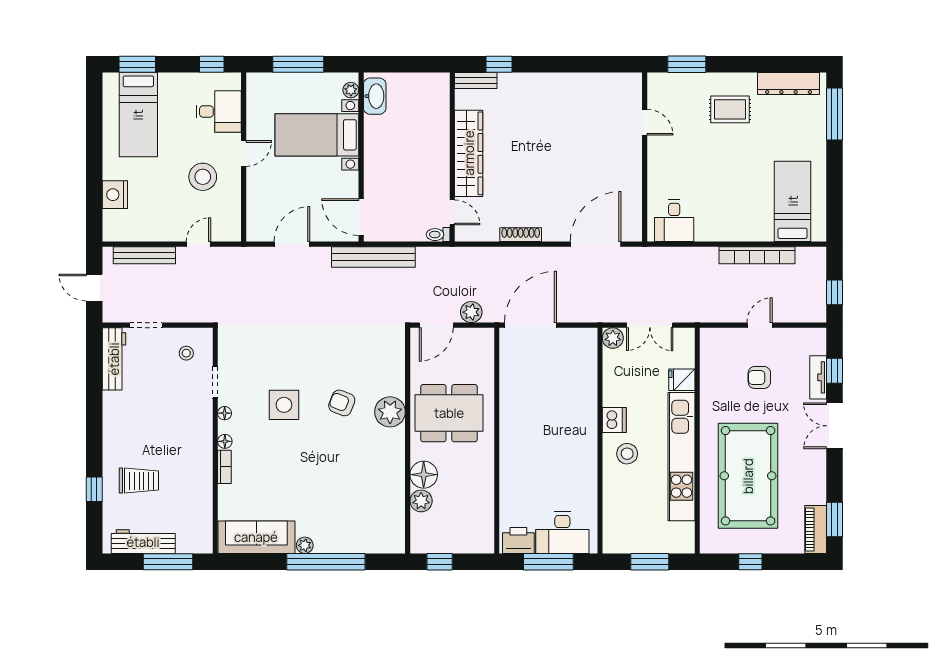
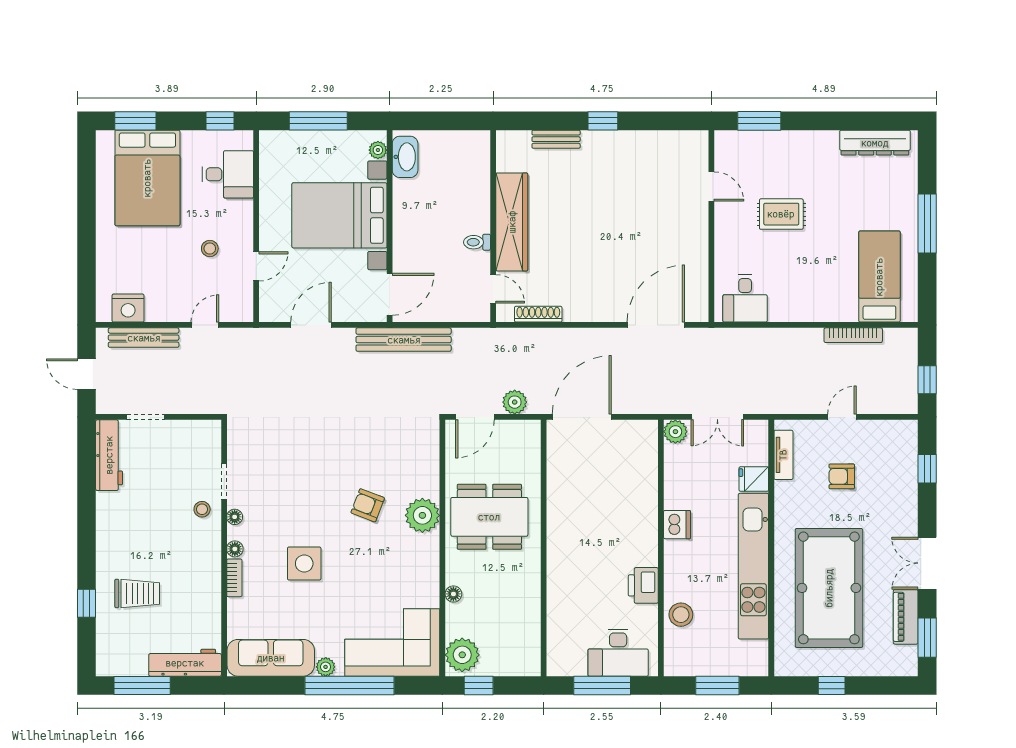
window: (499, 64) -> (603, 121), moved
bench: (476, 81) -> (556, 139), moved
rug: (730, 109) -> (781, 214), moved
window: (835, 114) -> (927, 224), moved
bed: (138, 115) -> (147, 178), width x1.50
bed with nightstands: (317, 135) -> (339, 215), width x1.36
door: (244, 153) -> (256, 266), moved
stool: (203, 177) -> (210, 249), width x0.53, depth x0.53
nightstand: (115, 195) -> (128, 308), moved, turned -90
door: (361, 217) -> (390, 294), swing flipped
toilet: (438, 235) -> (477, 242), moved
shoe rack: (521, 235) -> (538, 314), moved
bookcase: (757, 255) -> (853, 335), width x0.68, depth x0.76
stool: (186, 353) -> (202, 509), moved
tv unit: (818, 377) -> (783, 455), moved, turned 180
side table: (284, 405) -> (304, 563), moved
double door: (835, 426) -> (927, 563), moved
stool: (627, 454) -> (681, 615), moved
floor lamp: (424, 475) -> (453, 594), width x0.53, depth x0.53
plant: (421, 501) -> (462, 655), moved, width x1.36, depth x1.36
corner sofa: (364, 524) -> (392, 643), added
piano: (816, 529) -> (906, 617), moved
printer: (518, 540) -> (643, 585), moved, turned -90
workbench: (143, 542) -> (185, 663), moved
window: (168, 562) -> (142, 686), moved

